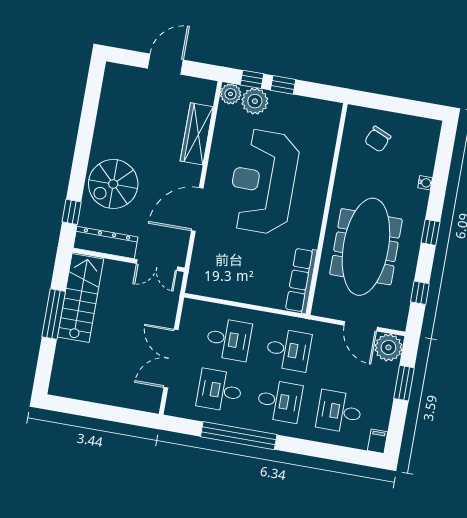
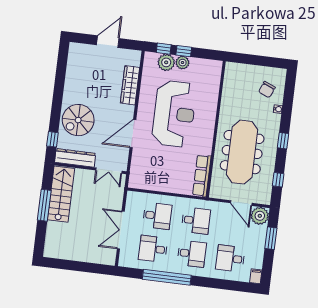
plant: (231, 94) -> (182, 63), moved
chair: (378, 139) -> (267, 90), moved
reception desk: (263, 182) -> (174, 114), turned 180

